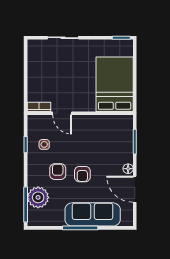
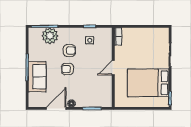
bed: (115, 84) -> (148, 83), moved, turned 180
door: (62, 113) -> (113, 68), moved
sofa: (93, 214) -> (37, 77), width x0.73

